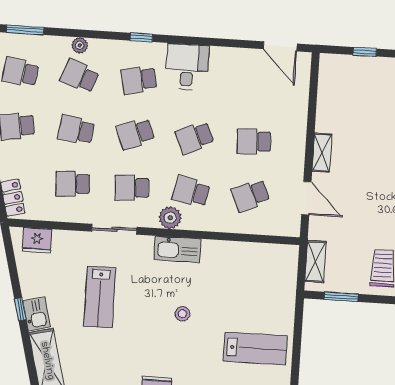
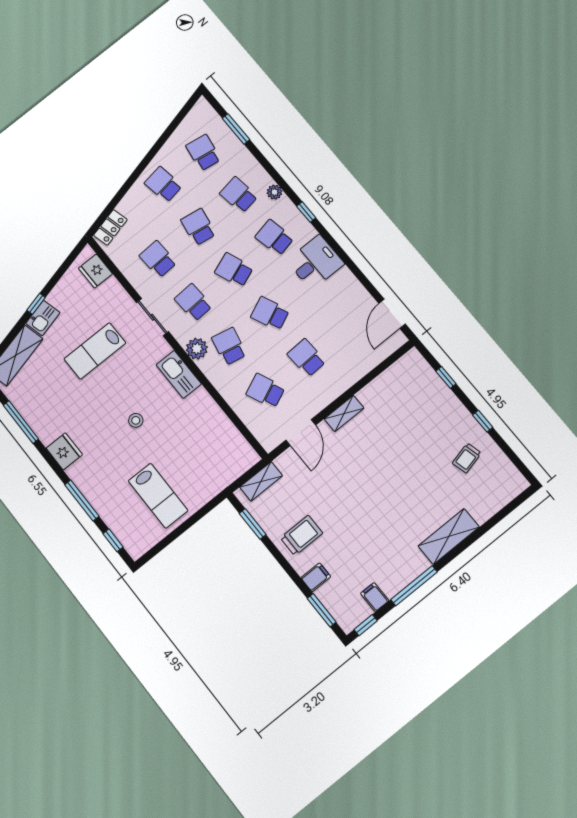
plant: (80, 45) -> (275, 192), moved
school desk: (80, 76) -> (239, 195), turned -30

